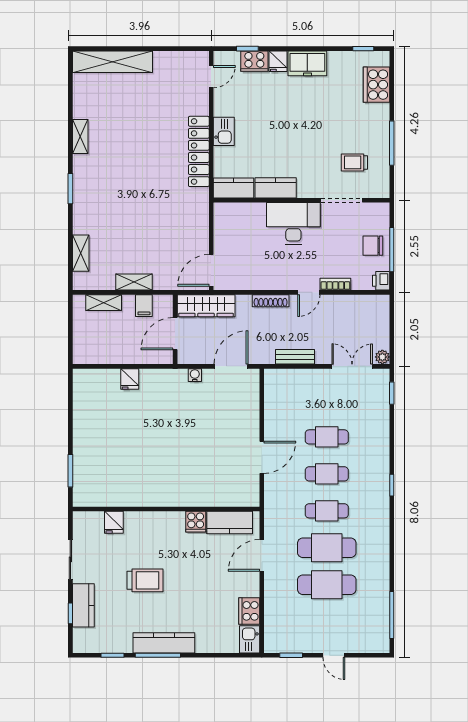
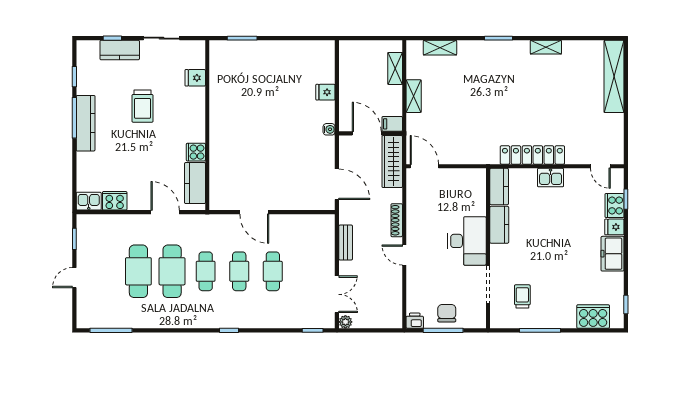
bookcase: (335, 284) -> (412, 279), removed
filing cabinet: (144, 306) -> (392, 124), moved
water cooler: (195, 375) -> (329, 129), moved

